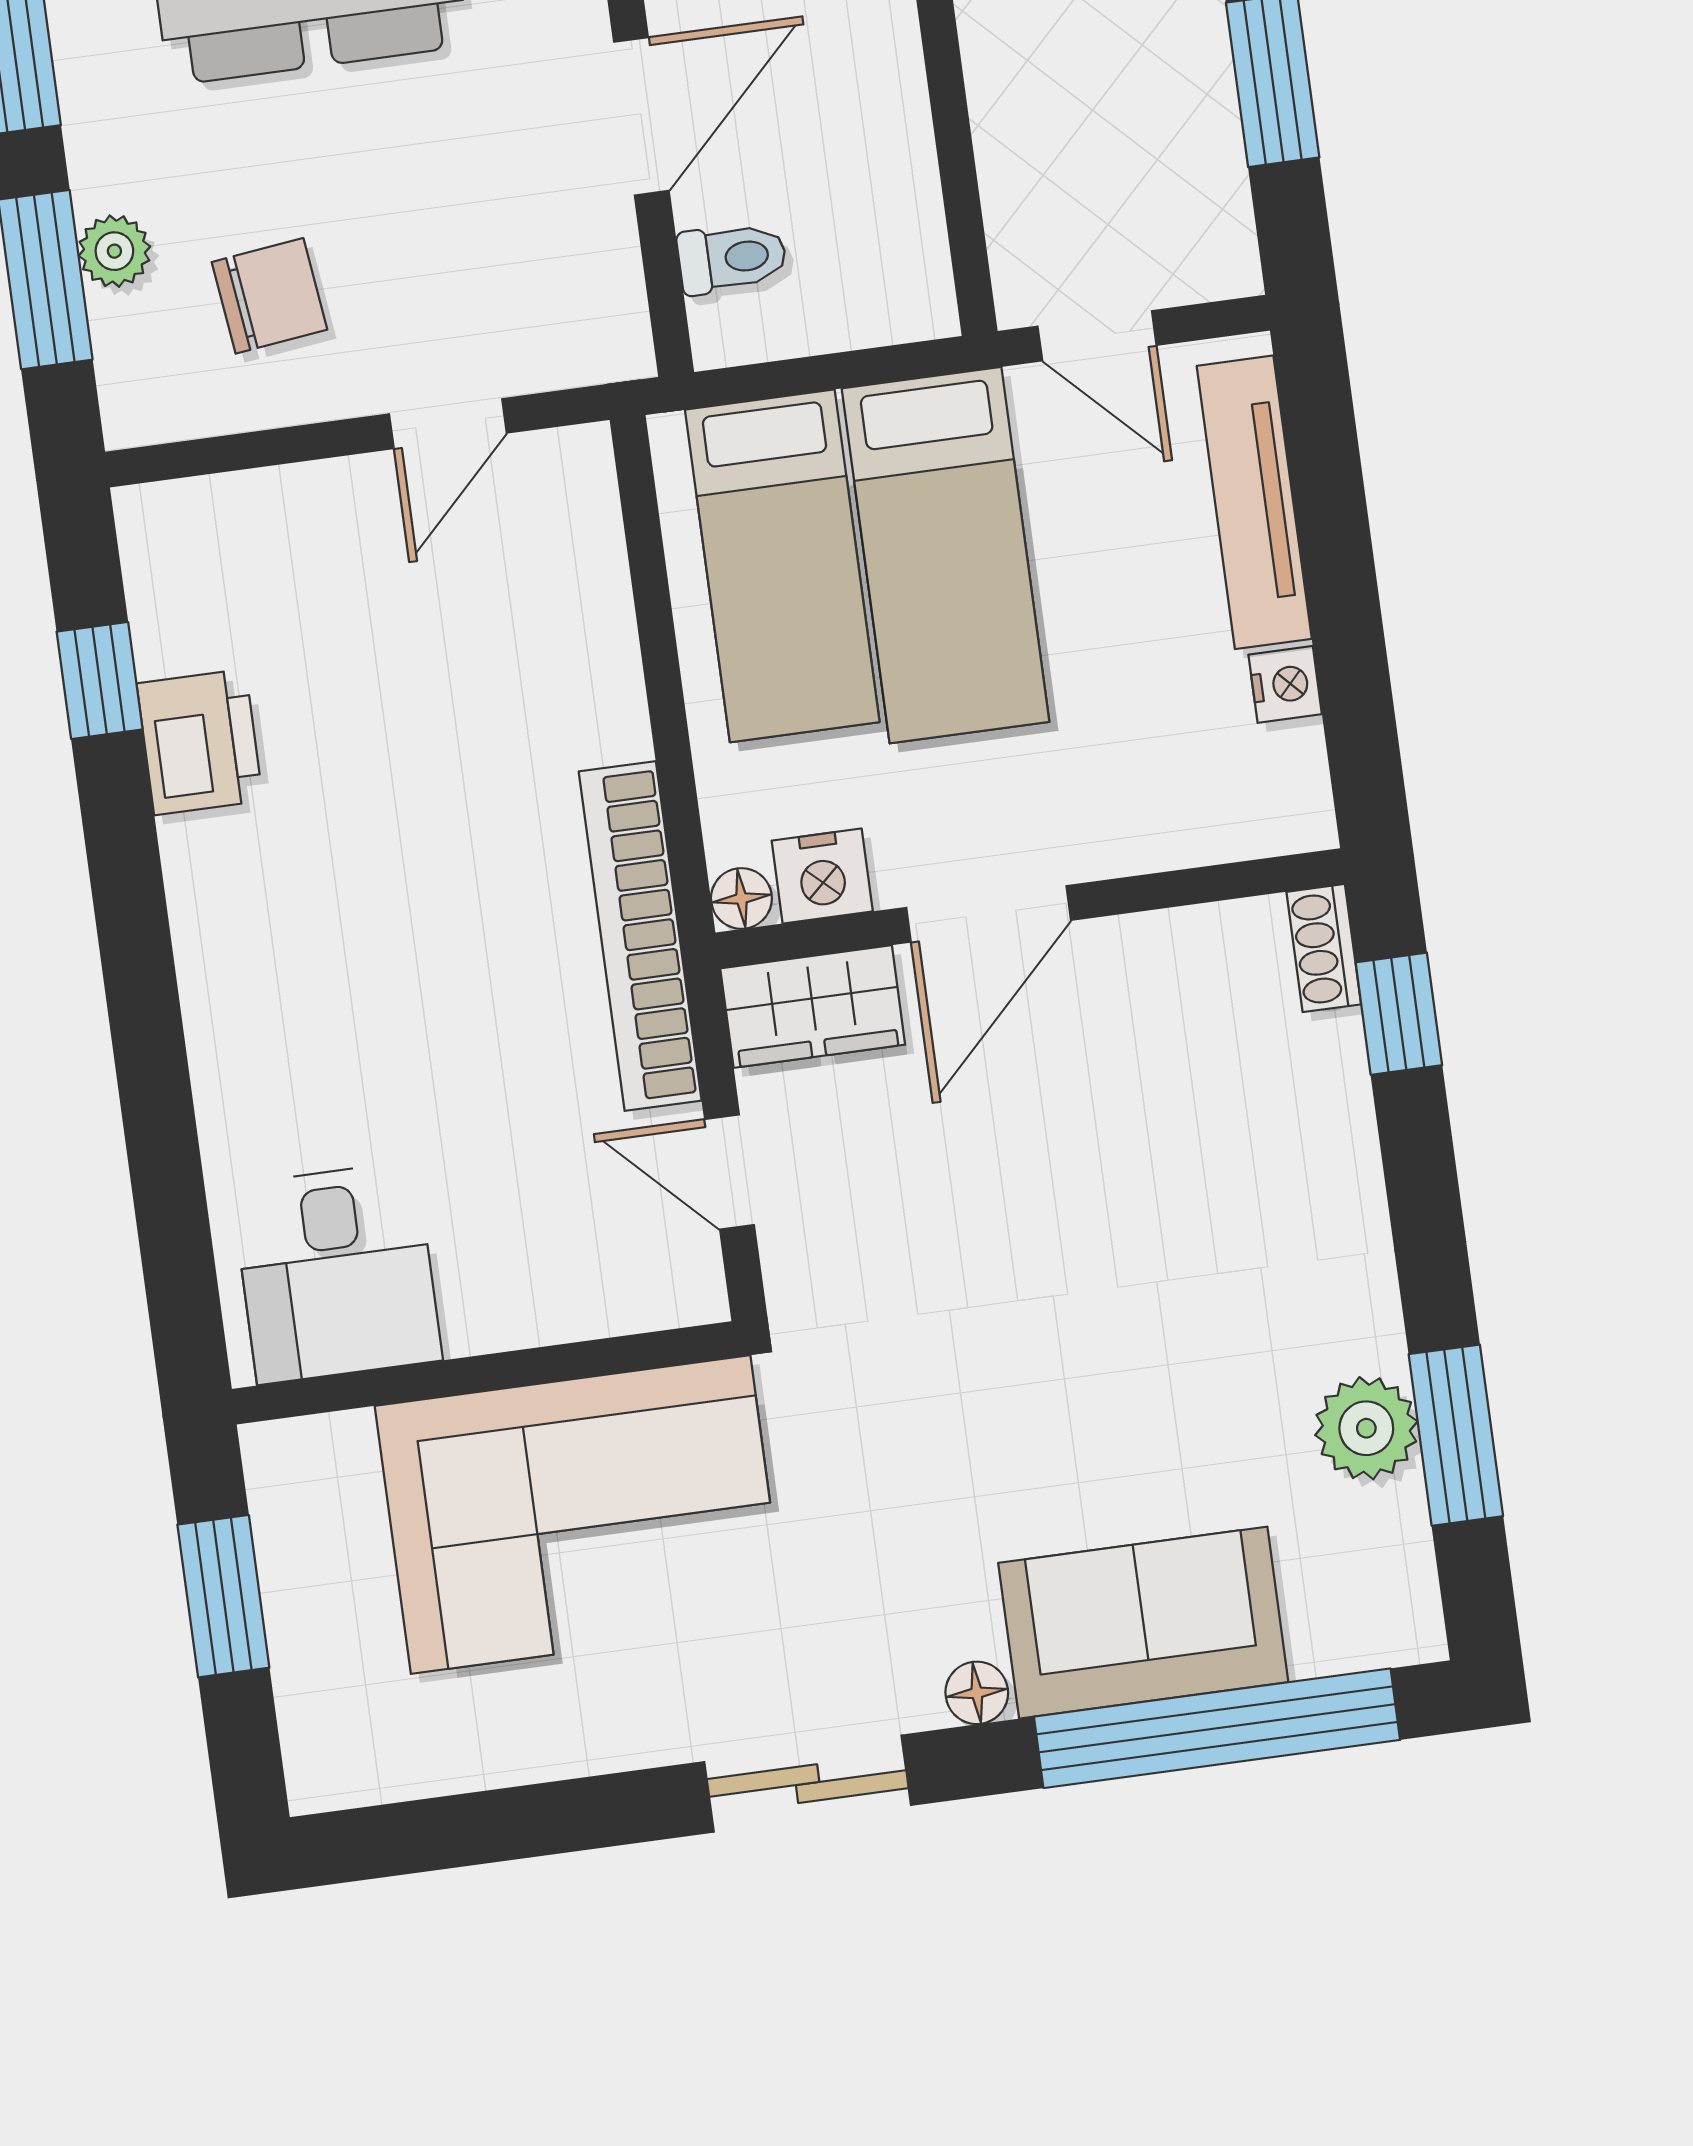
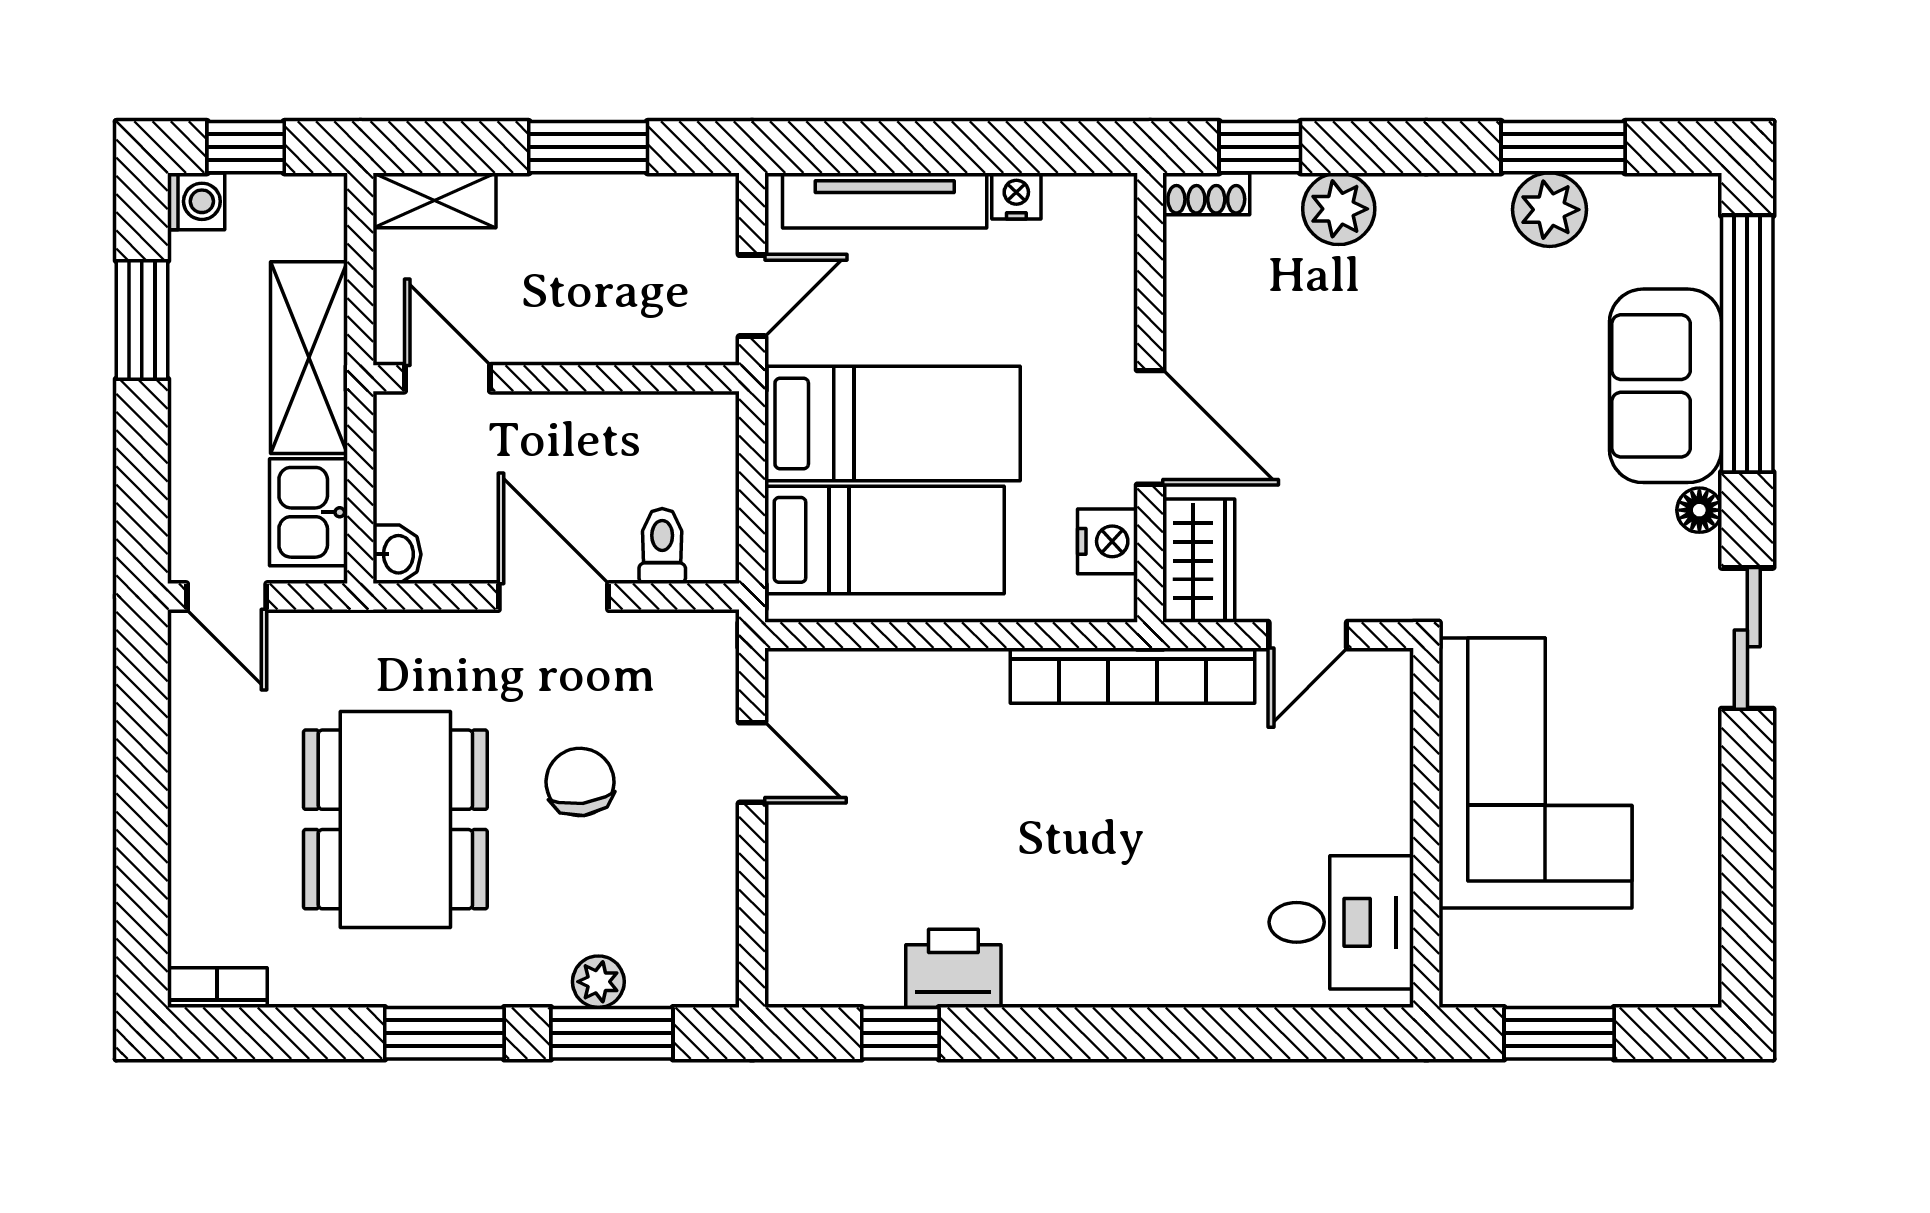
chair: (269, 296) -> (580, 782), moved
floor lamp: (741, 898) -> (1116, 601), removed
plant: (1328, 1135) -> (1339, 209), added

